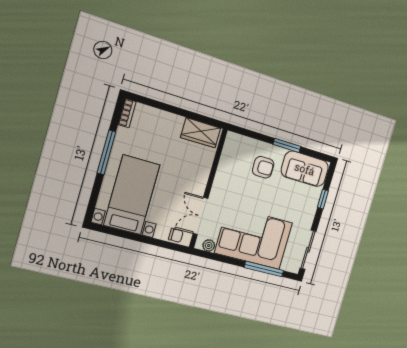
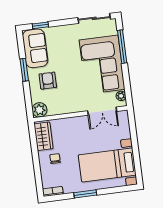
plant: (234, 142) -> (39, 110), added
window: (106, 152) -> (85, 194), width x0.69
window: (323, 199) -> (40, 25), moved
chair: (176, 235) -> (55, 159), moved

